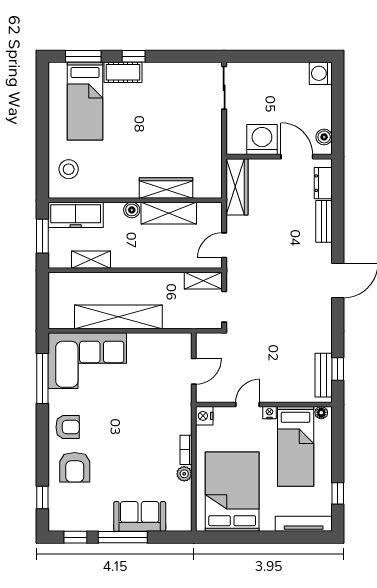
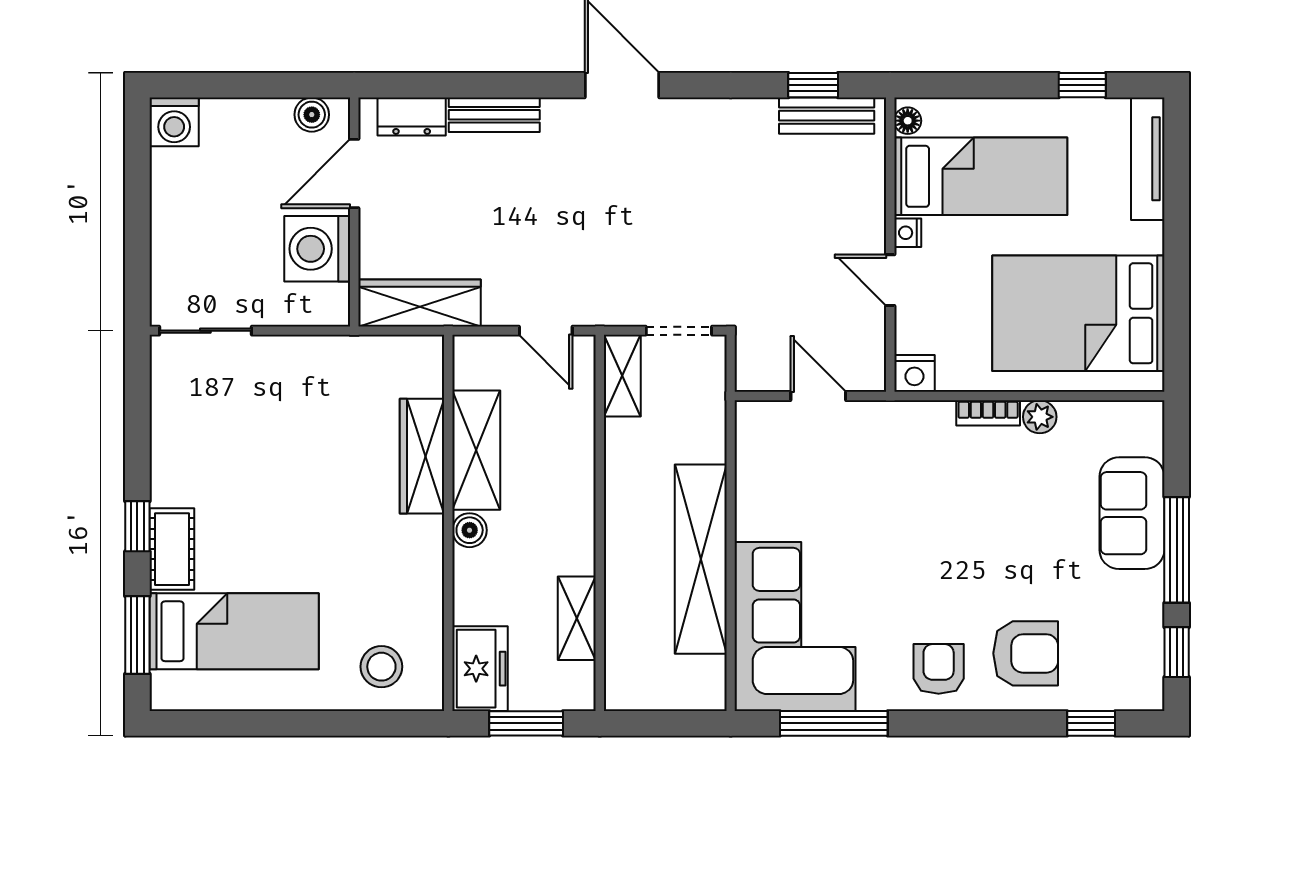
freezer: (76, 215) -> (480, 669), width x0.71

